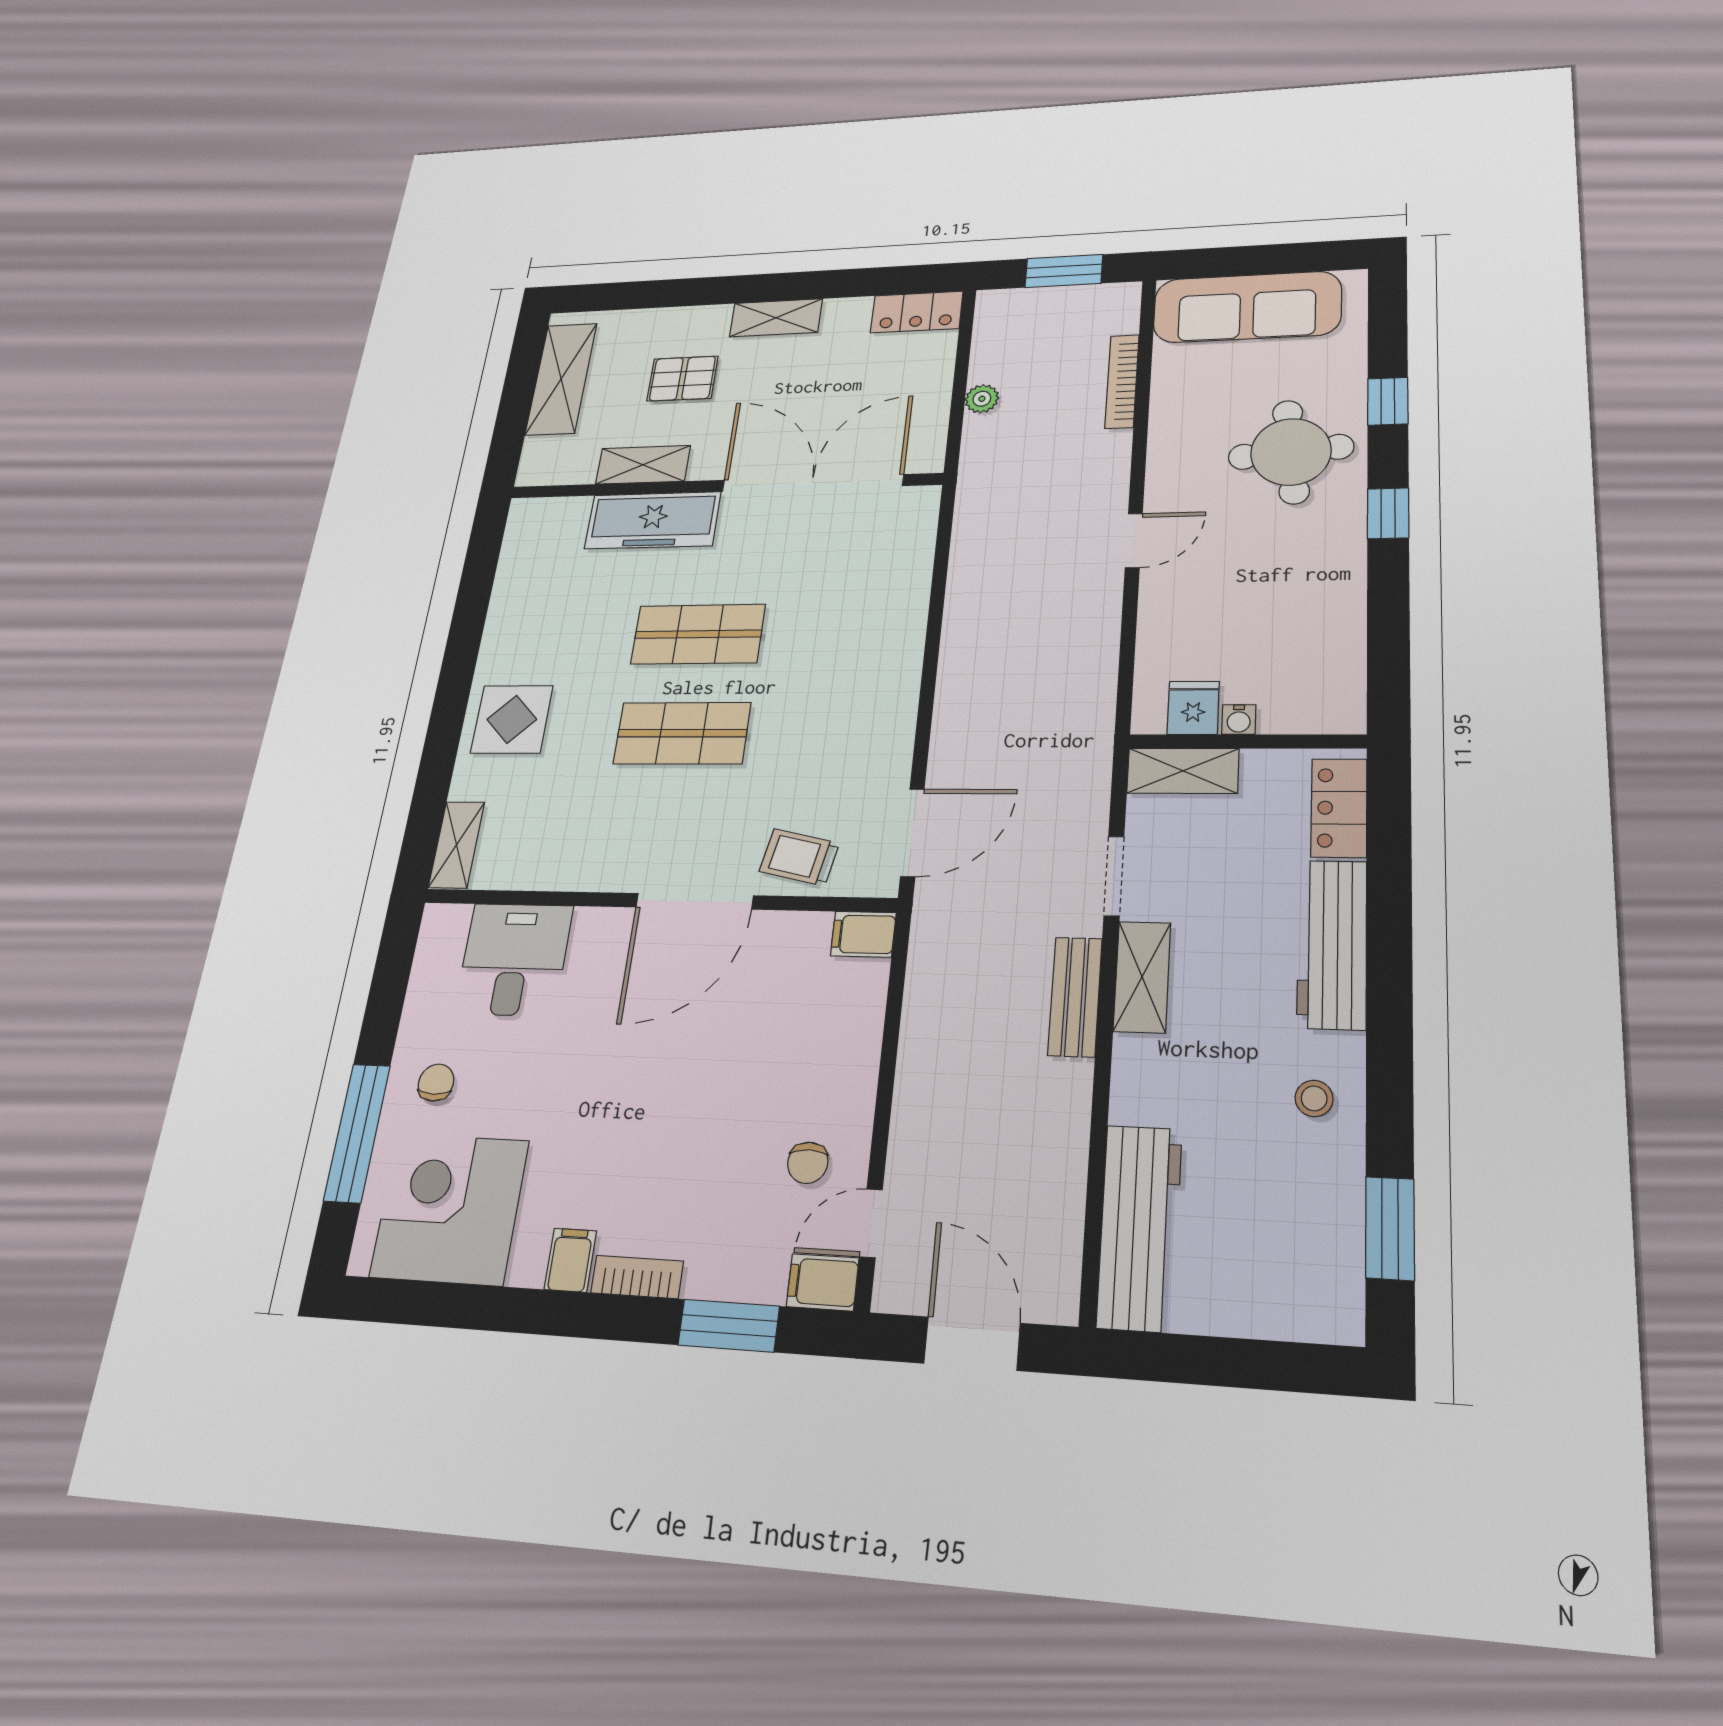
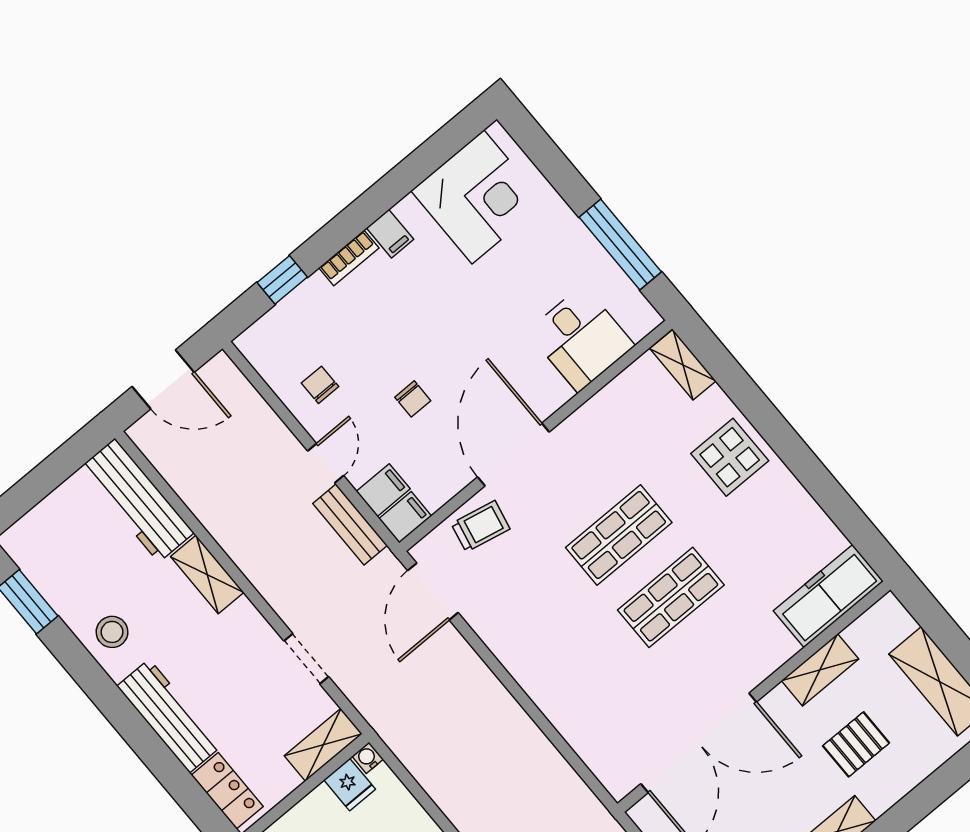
freezer: (653, 520) -> (828, 596), moved
water cooler: (1239, 720) -> (368, 758), moved
shelving: (1142, 977) -> (207, 575), moved
bench: (1075, 997) -> (350, 524), moved
chair: (436, 1083) -> (413, 399), moved
stool: (1314, 1098) -> (112, 632), width x1.37, depth x1.37
window: (357, 1133) -> (620, 244), moved
door: (871, 1223) -> (326, 463), moved
filing cabinet: (823, 1282) -> (383, 490), moved
window: (729, 1326) -> (282, 280), width x0.67

